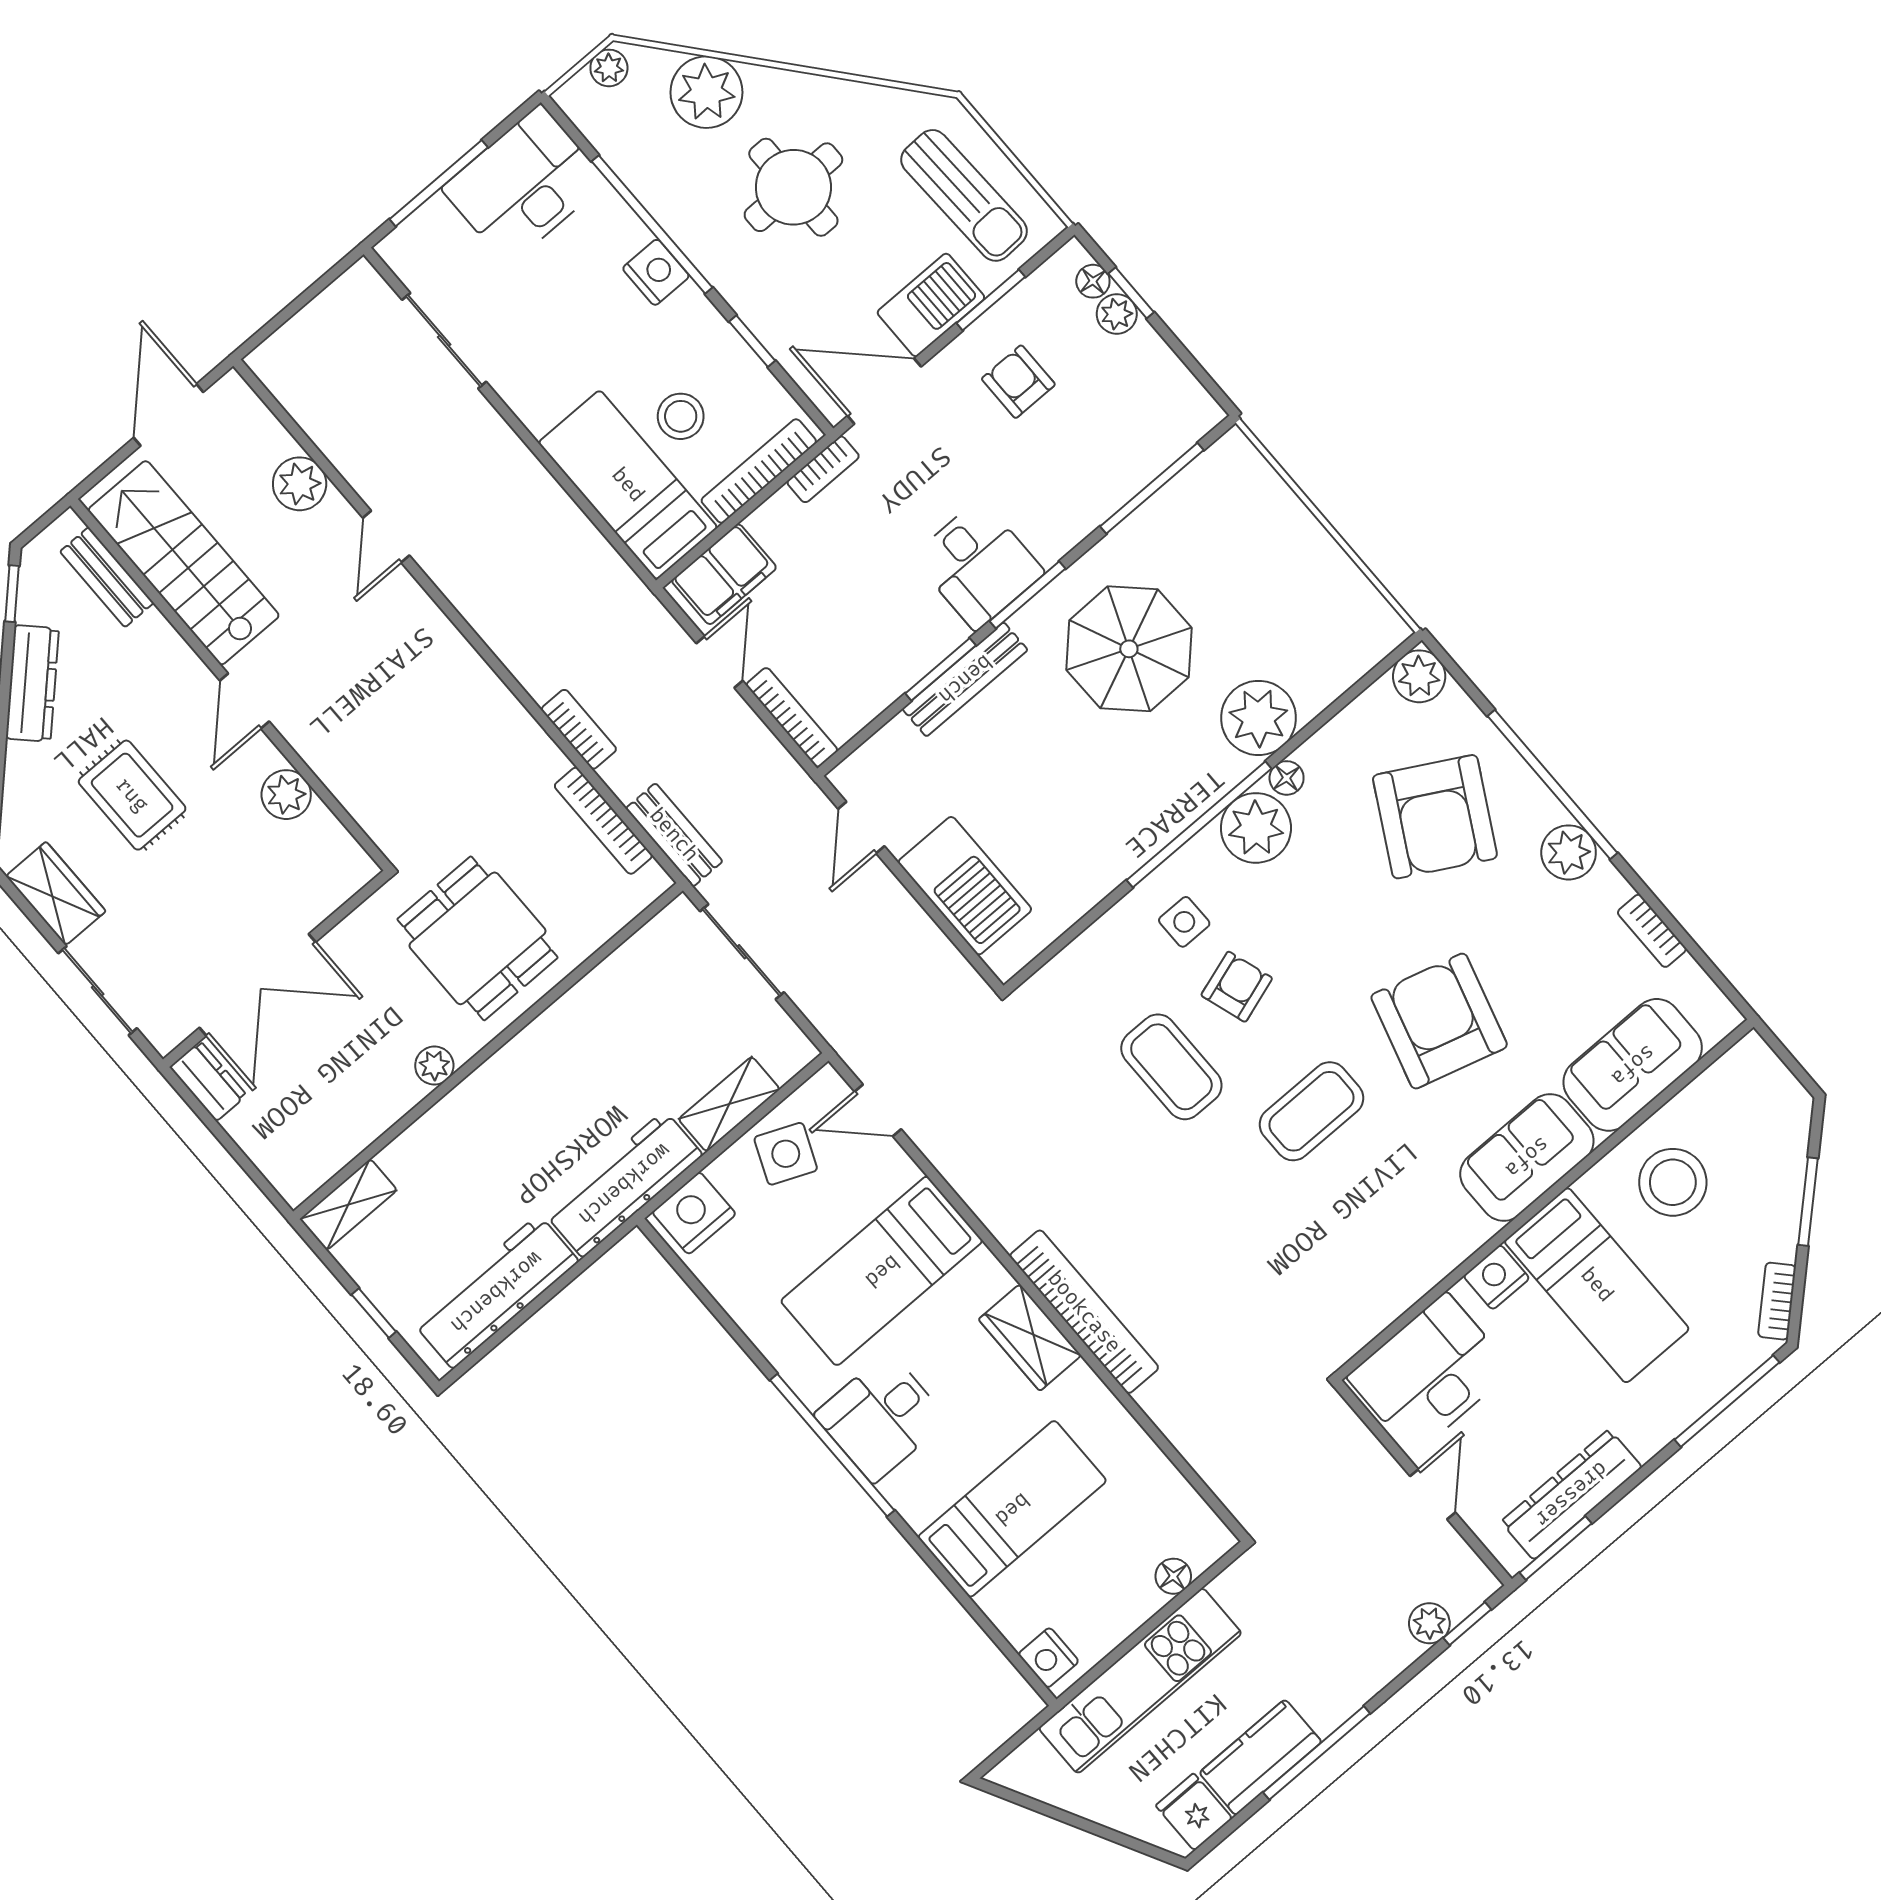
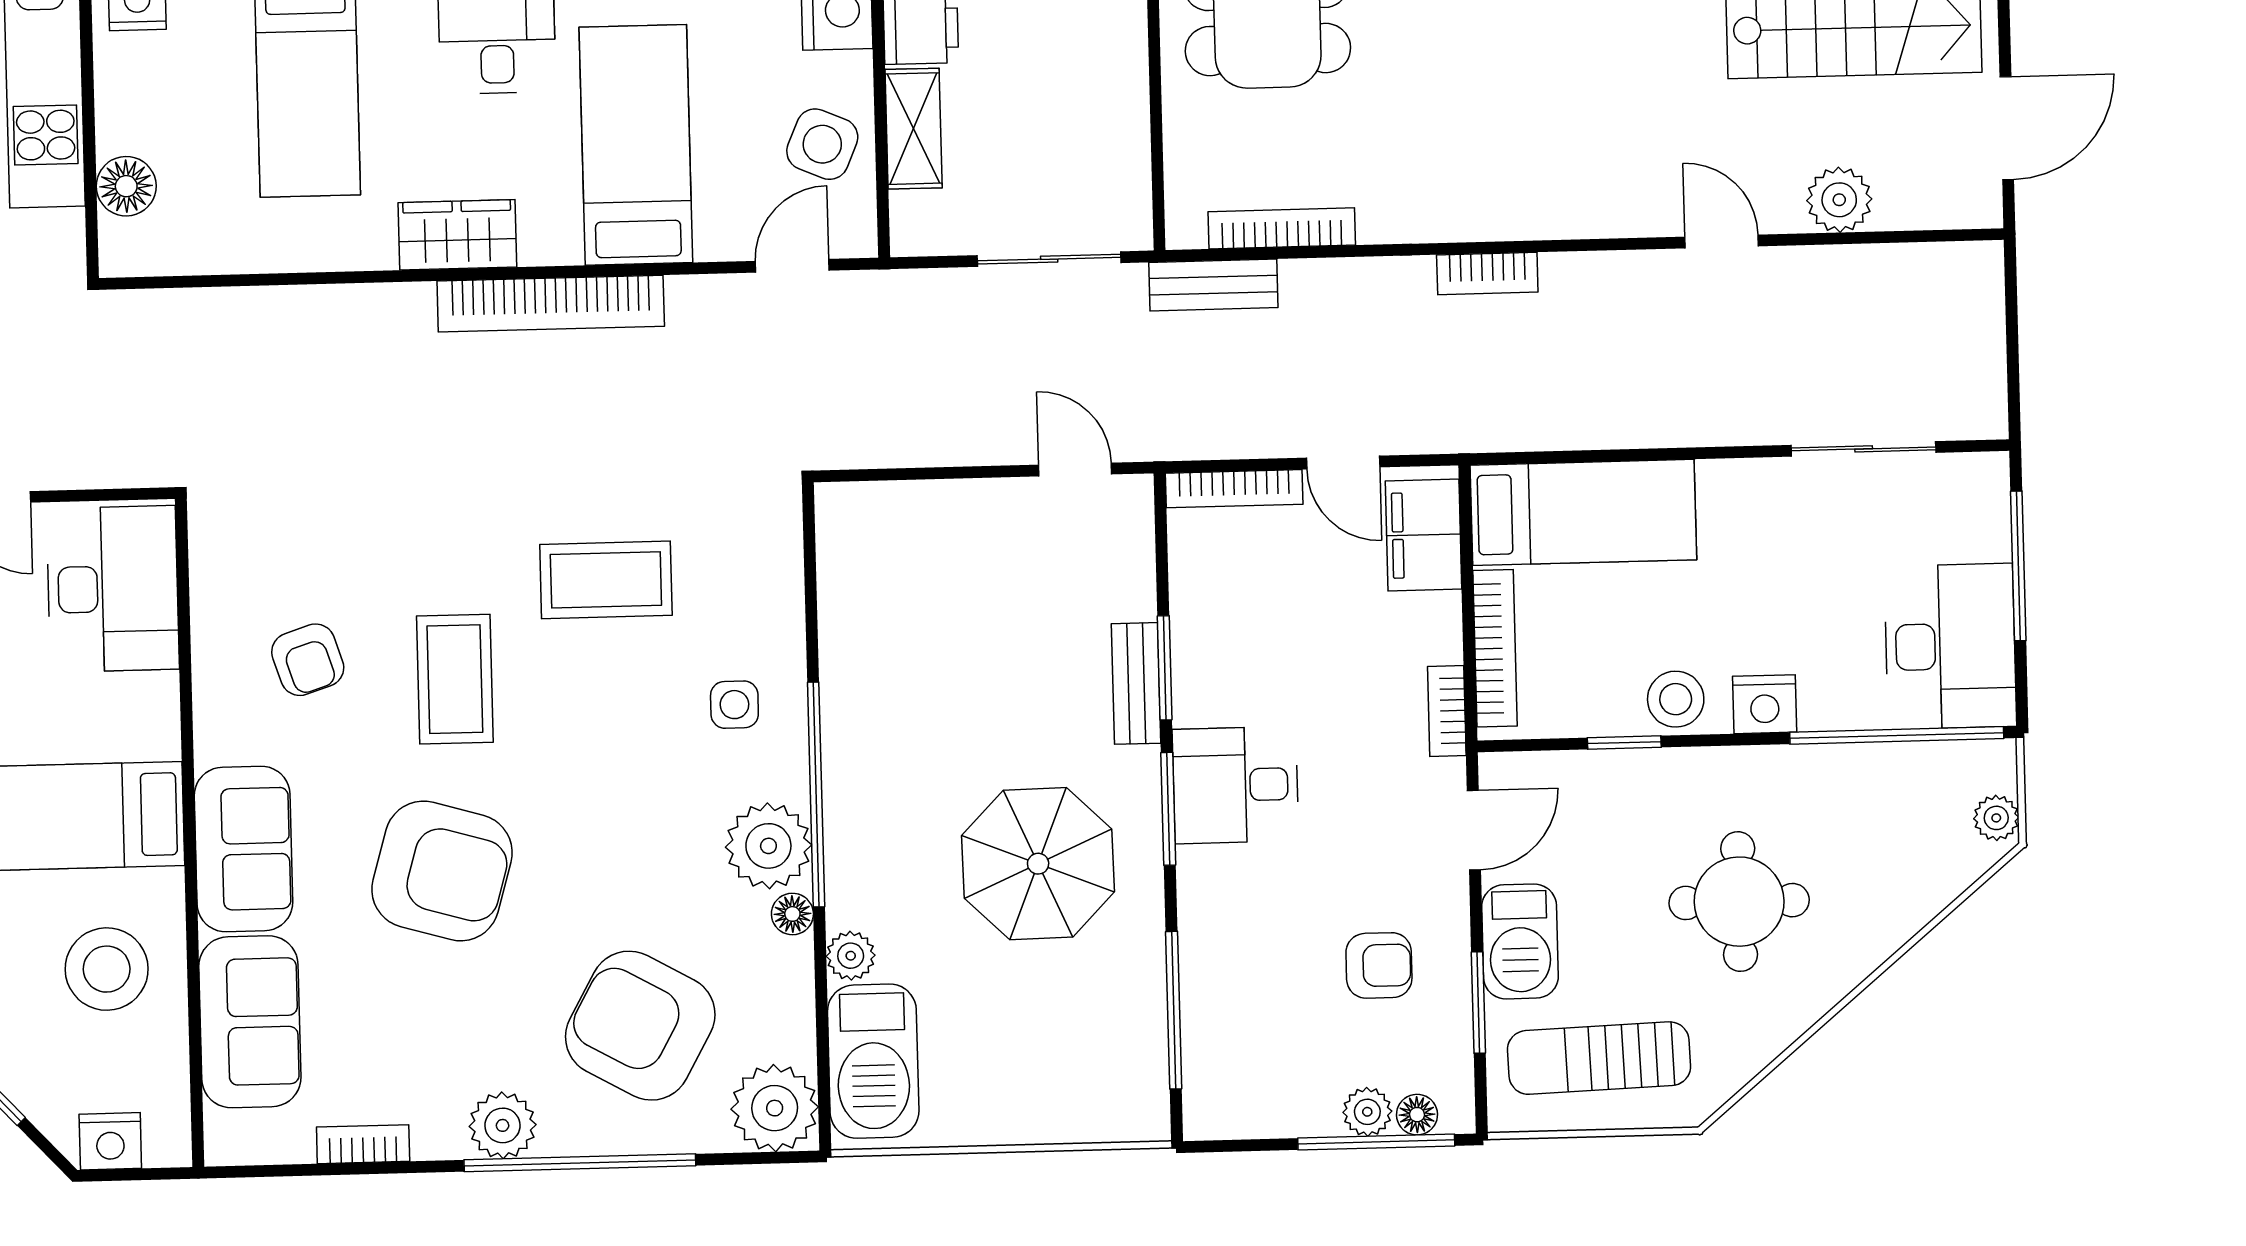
plant: (706, 92) -> (1897, 892), removed
window: (652, 224) -> (1897, 735), moved
window: (1131, 293) -> (1376, 1142), width x2.17
door: (884, 391) -> (1474, 830), width x0.73
door: (168, 415) -> (2007, 128), hinge flipped
stool: (681, 416) -> (1676, 699), moved
plant: (1419, 676) -> (775, 1108), width x1.36, depth x1.36
bench: (965, 679) -> (1136, 683), width x0.73
plant: (1258, 718) -> (851, 956), width x0.53, depth x0.53
bookcase: (579, 729) -> (1487, 273), moved
barbecue: (965, 886) -> (873, 1061), moved, turned -90
armchair: (1237, 987) -> (308, 660), moved
nightstand: (1496, 1277) -> (110, 1141), moved, turned 90
bookcase: (1084, 1312) -> (551, 304), moved
floor lamp: (1173, 1576) -> (126, 186), width x1.37, depth x1.37

